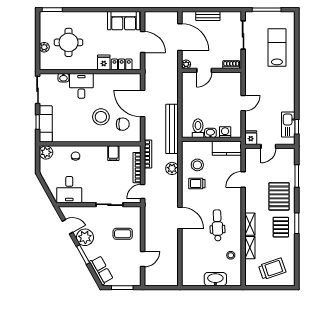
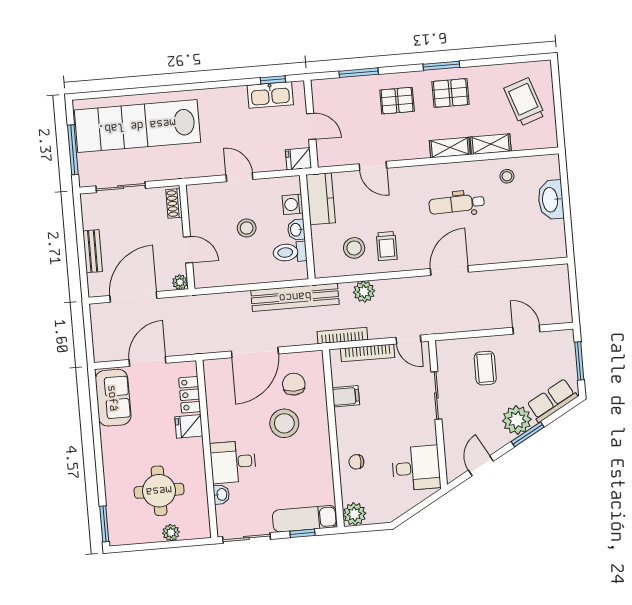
lab bench: (277, 48) -> (137, 126), width x1.86, depth x1.39
stool: (214, 105) -> (247, 228), added
pallet: (279, 196) -> (397, 101), width x0.67, depth x0.71
plant: (85, 237) -> (517, 420), moved

